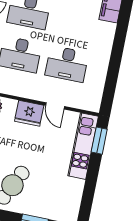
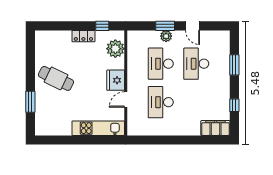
window: (99, 141) -> (105, 140), removed

